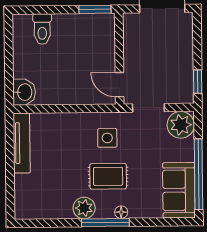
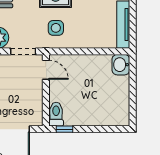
window: (95, 9) -> (64, 129), width x0.67
toilet: (42, 29) -> (56, 114), moved

